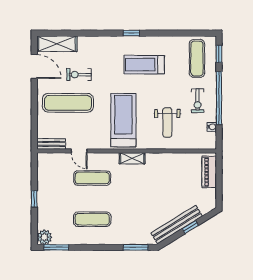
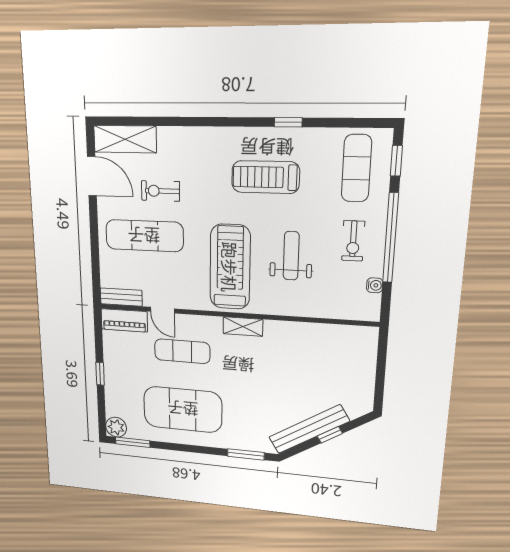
window: (131, 33) -> (288, 122), moved
weight bench: (167, 122) -> (291, 256), moved, turned 180
piano: (209, 172) -> (124, 320), moved, turned -90
exercise mat: (92, 219) -> (183, 409), width x2.00, depth x1.45

